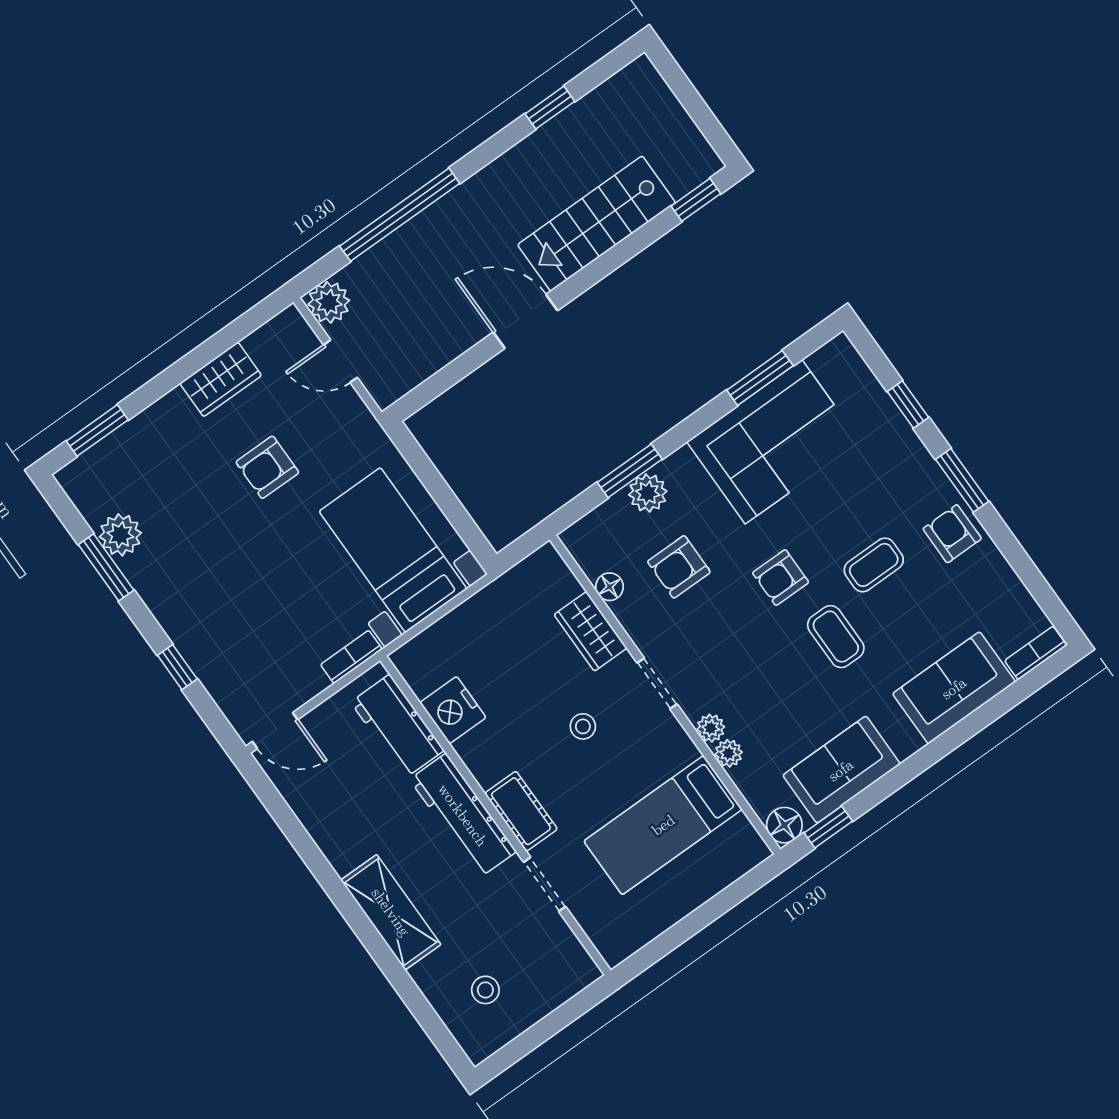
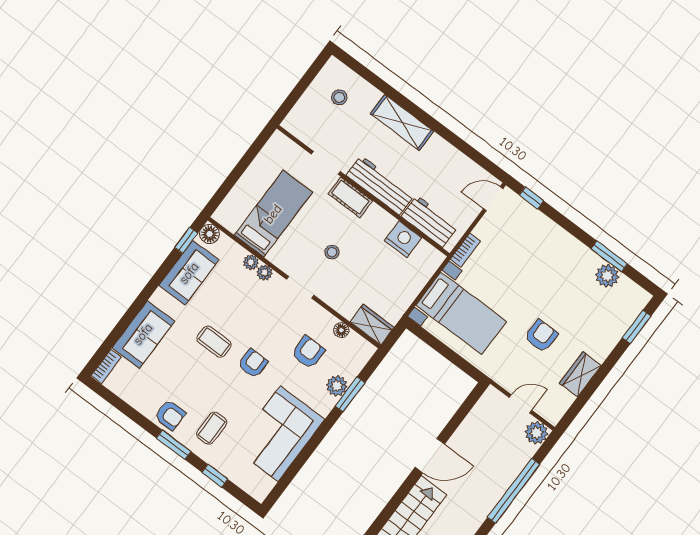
window: (760, 378) -> (297, 465), removed
coffee table: (874, 565) -> (212, 428), moved
wardrobe: (590, 631) -> (372, 325), moved
window: (177, 667) -> (531, 198), moved

